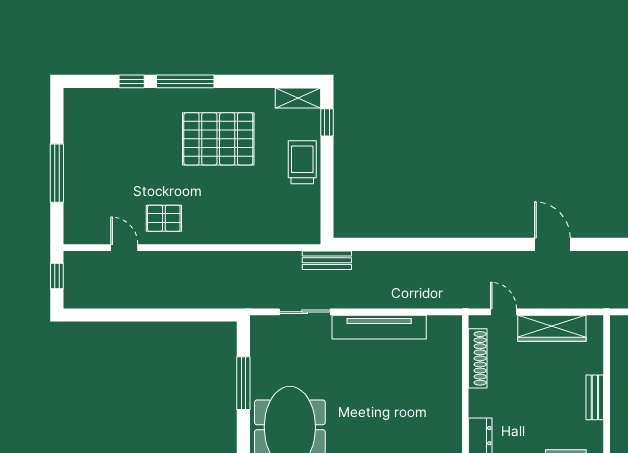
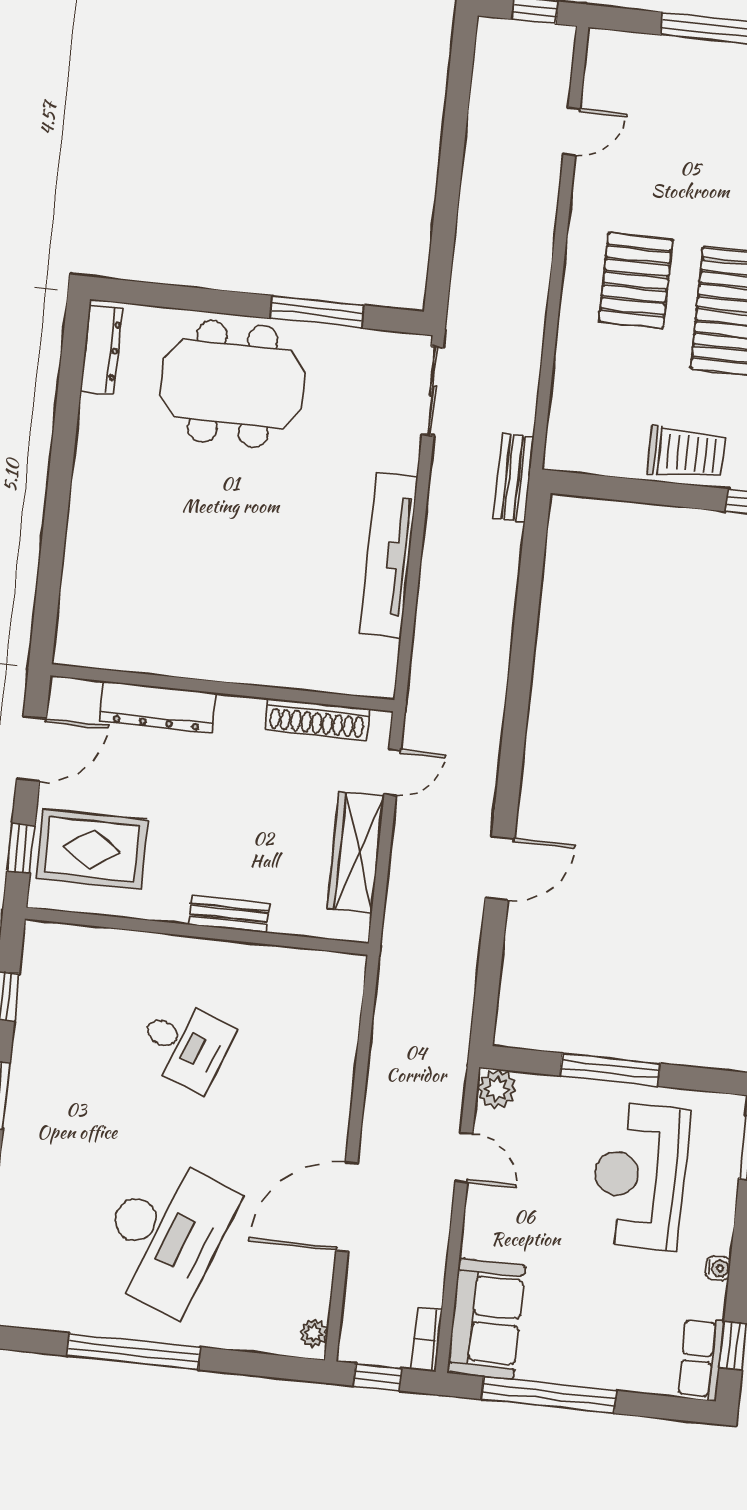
pallet: (164, 218) -> (636, 281), moved, width x1.50, depth x1.42
sliding door: (305, 312) -> (433, 391), moved

